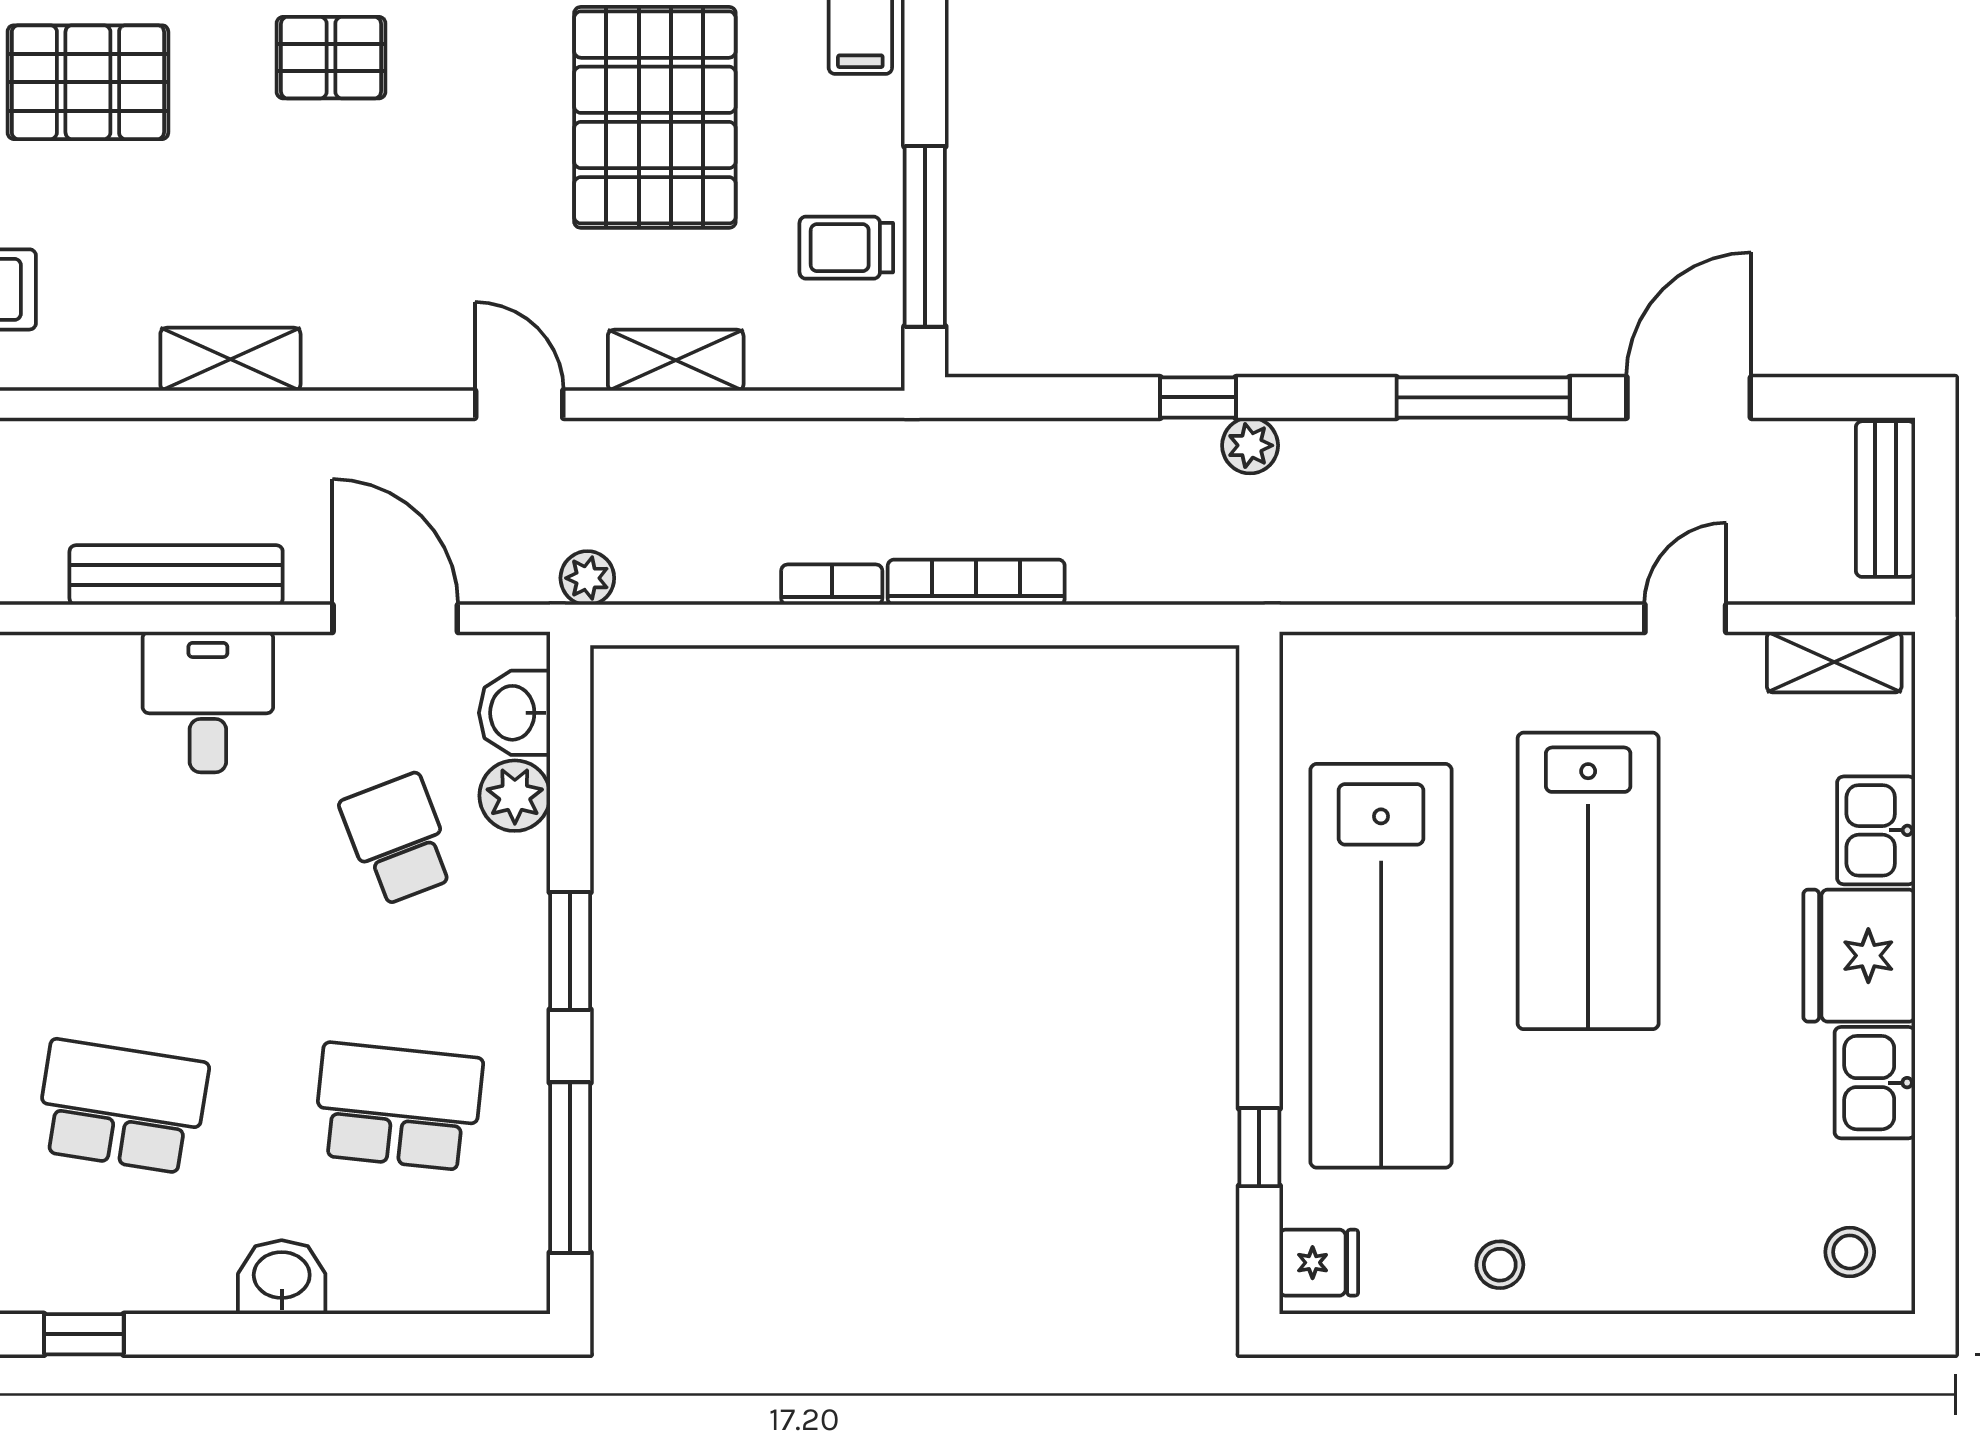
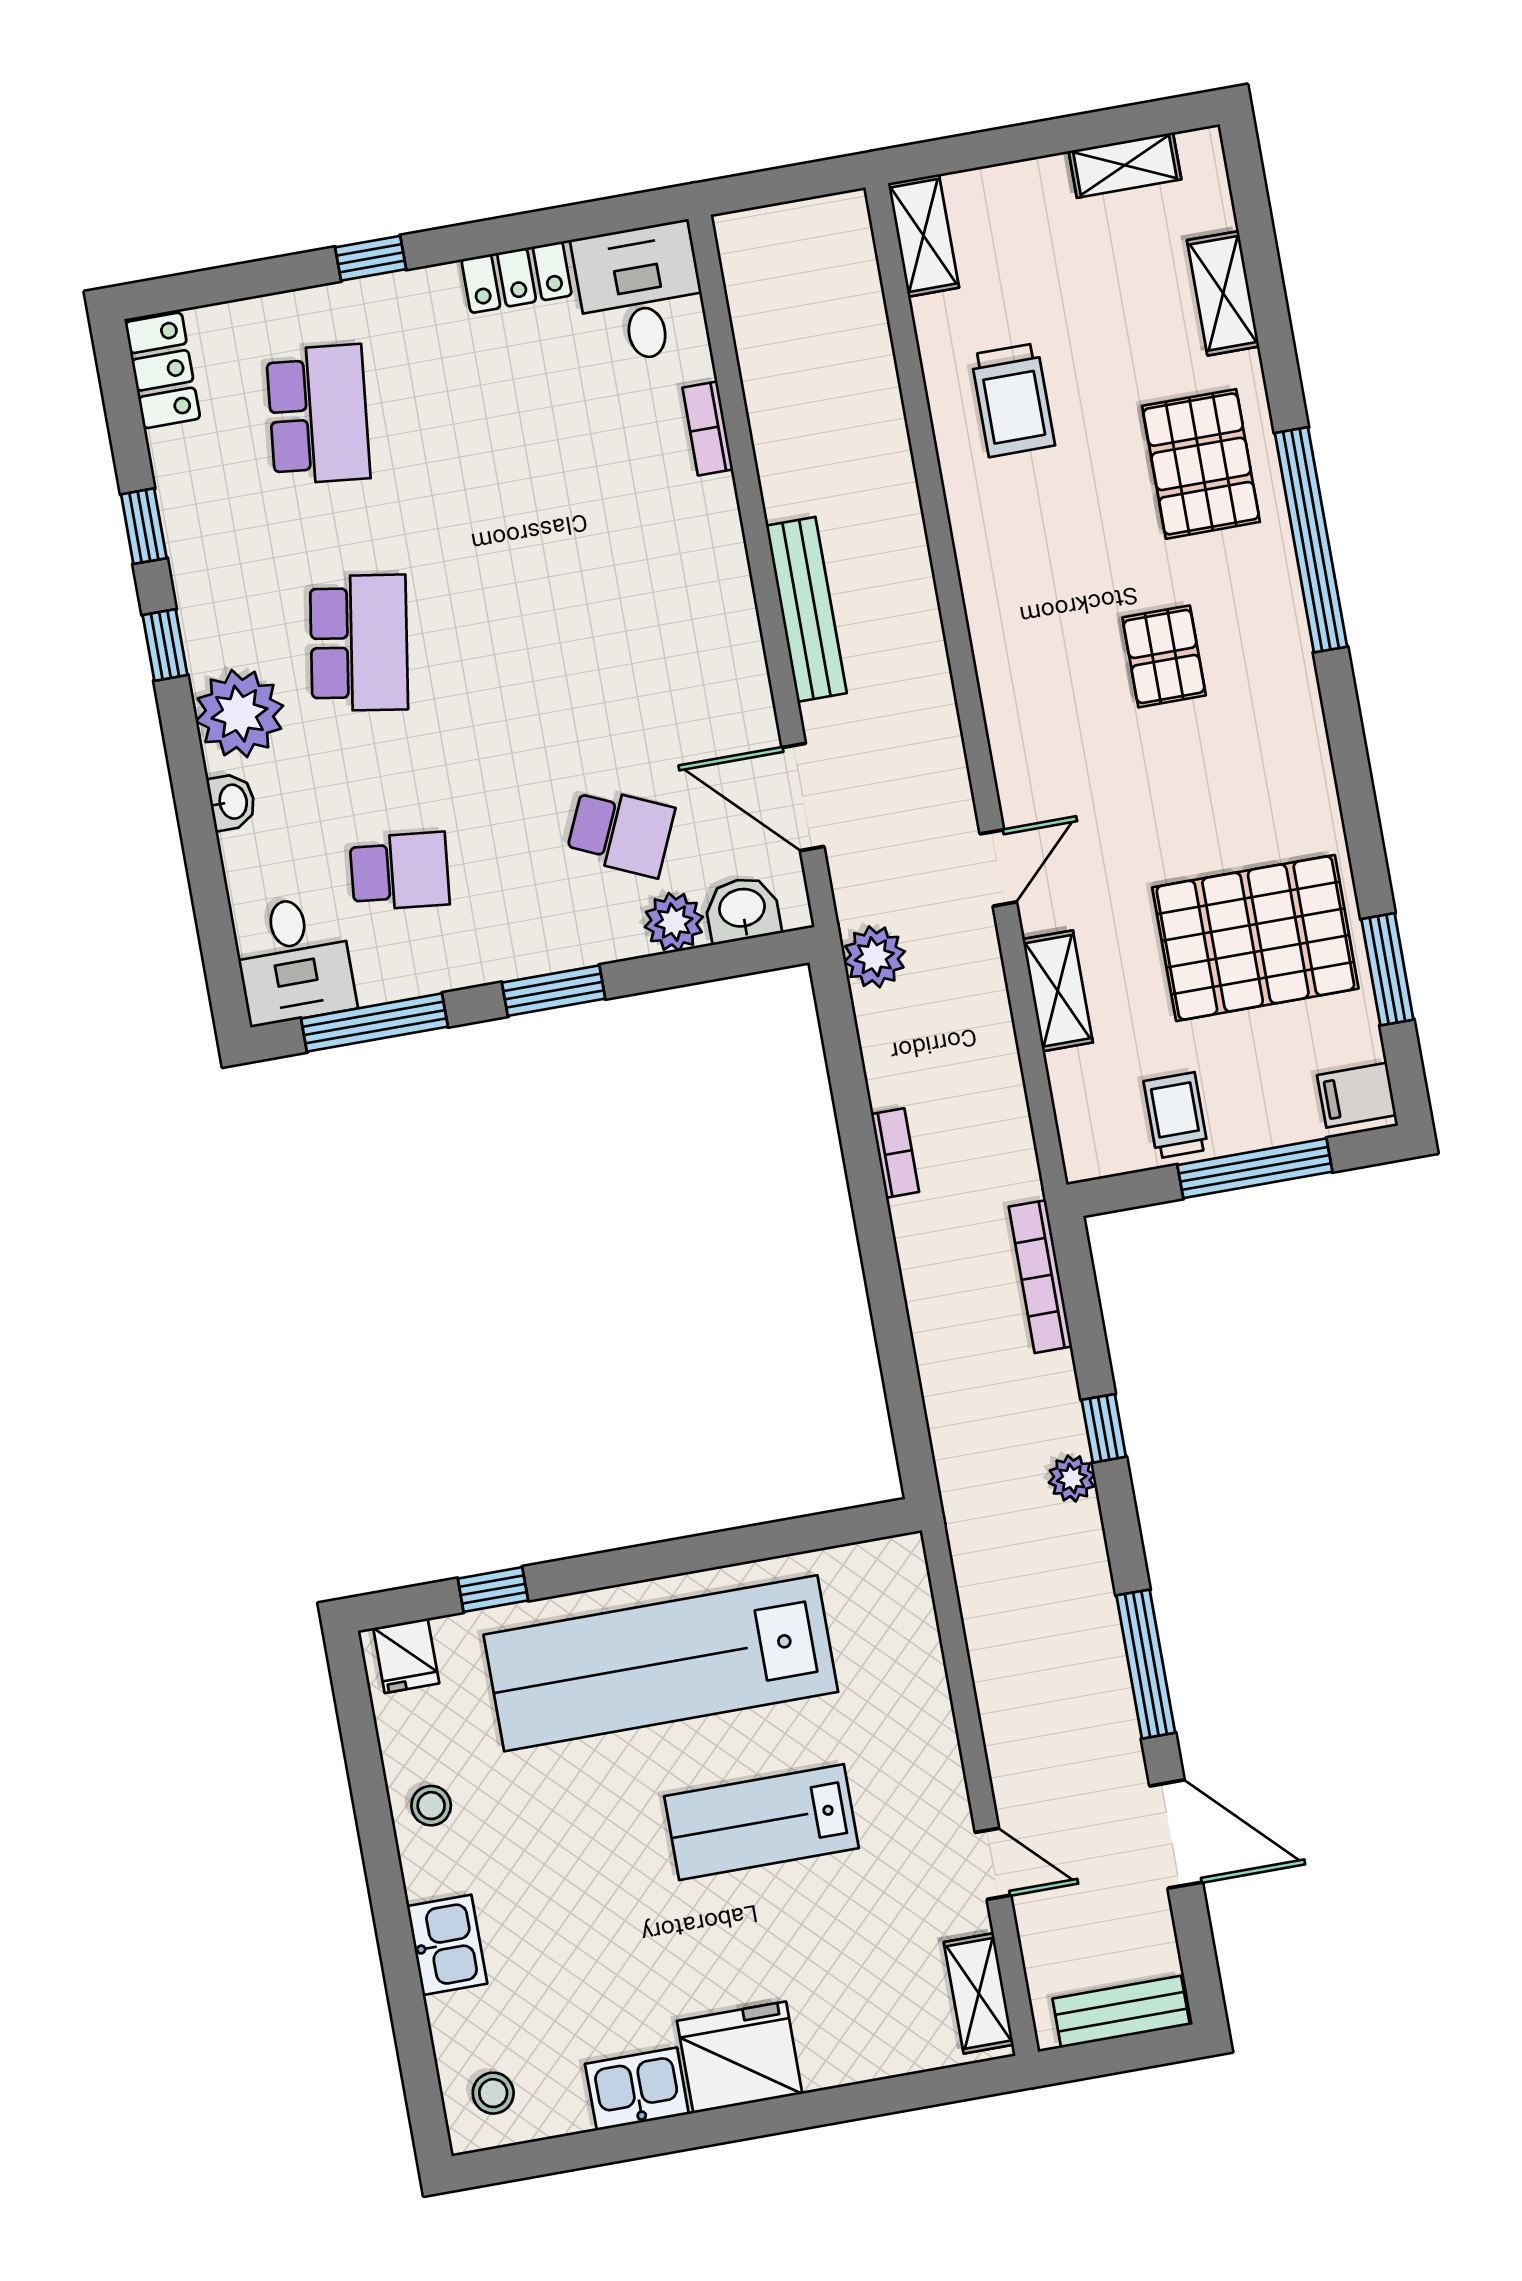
pallet: (331, 58) -> (1164, 656), moved
window: (925, 236) -> (1255, 1168), moved
shelving: (230, 359) -> (993, 623), removed
plant: (587, 578) -> (874, 957), width x1.38, depth x1.38
bookcase: (976, 582) -> (1040, 1277), moved, turned 180
door: (395, 618) -> (803, 797), swing flipped
desk: (208, 702) -> (294, 960), moved, turned 90
kitchen sink: (1876, 830) -> (447, 1945), moved, turned 90
school desk: (398, 839) -> (621, 832), turned 45
lab bench: (1588, 881) -> (761, 1822), width x0.73, depth x0.72
school desk: (398, 1107) -> (400, 871), width x0.54
plant: (180, 1261) -> (239, 713), added
washbasin: (282, 1277) -> (232, 802), width x0.72, depth x0.69

